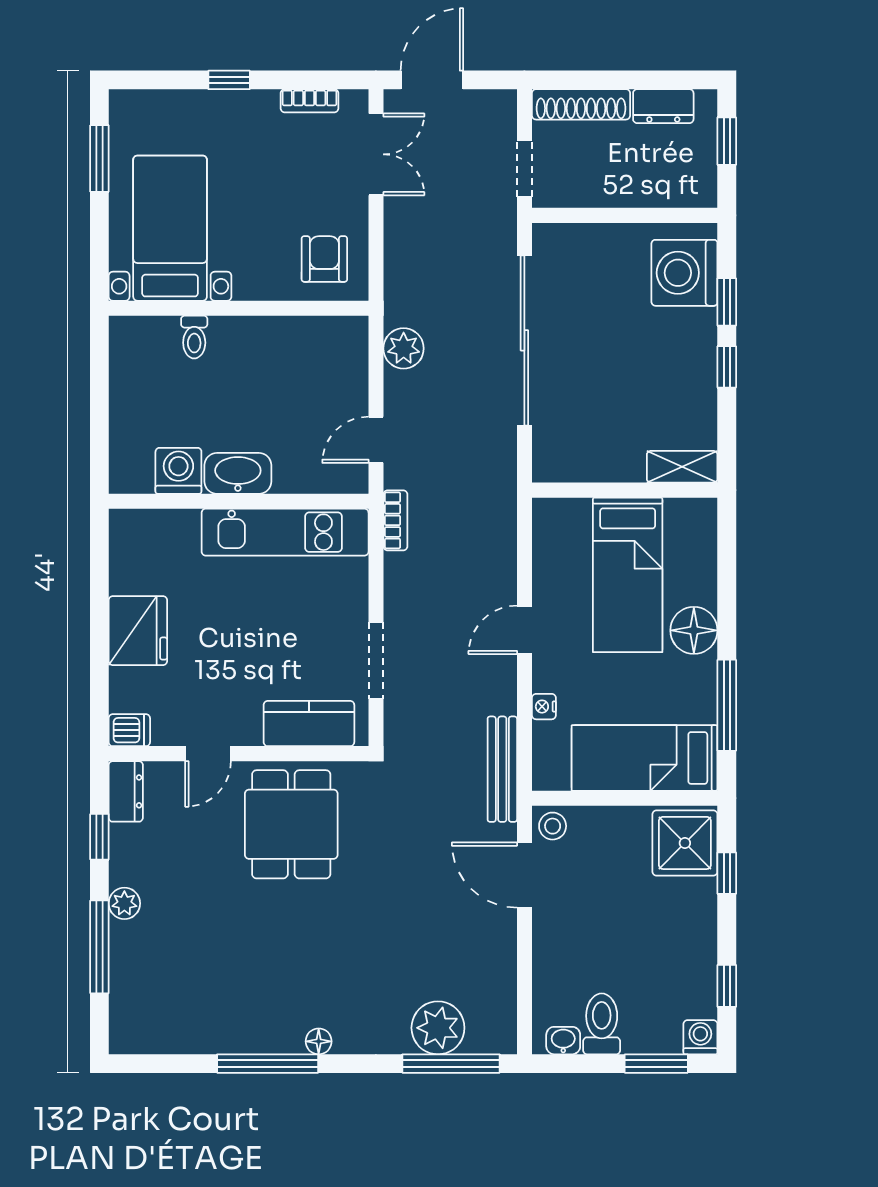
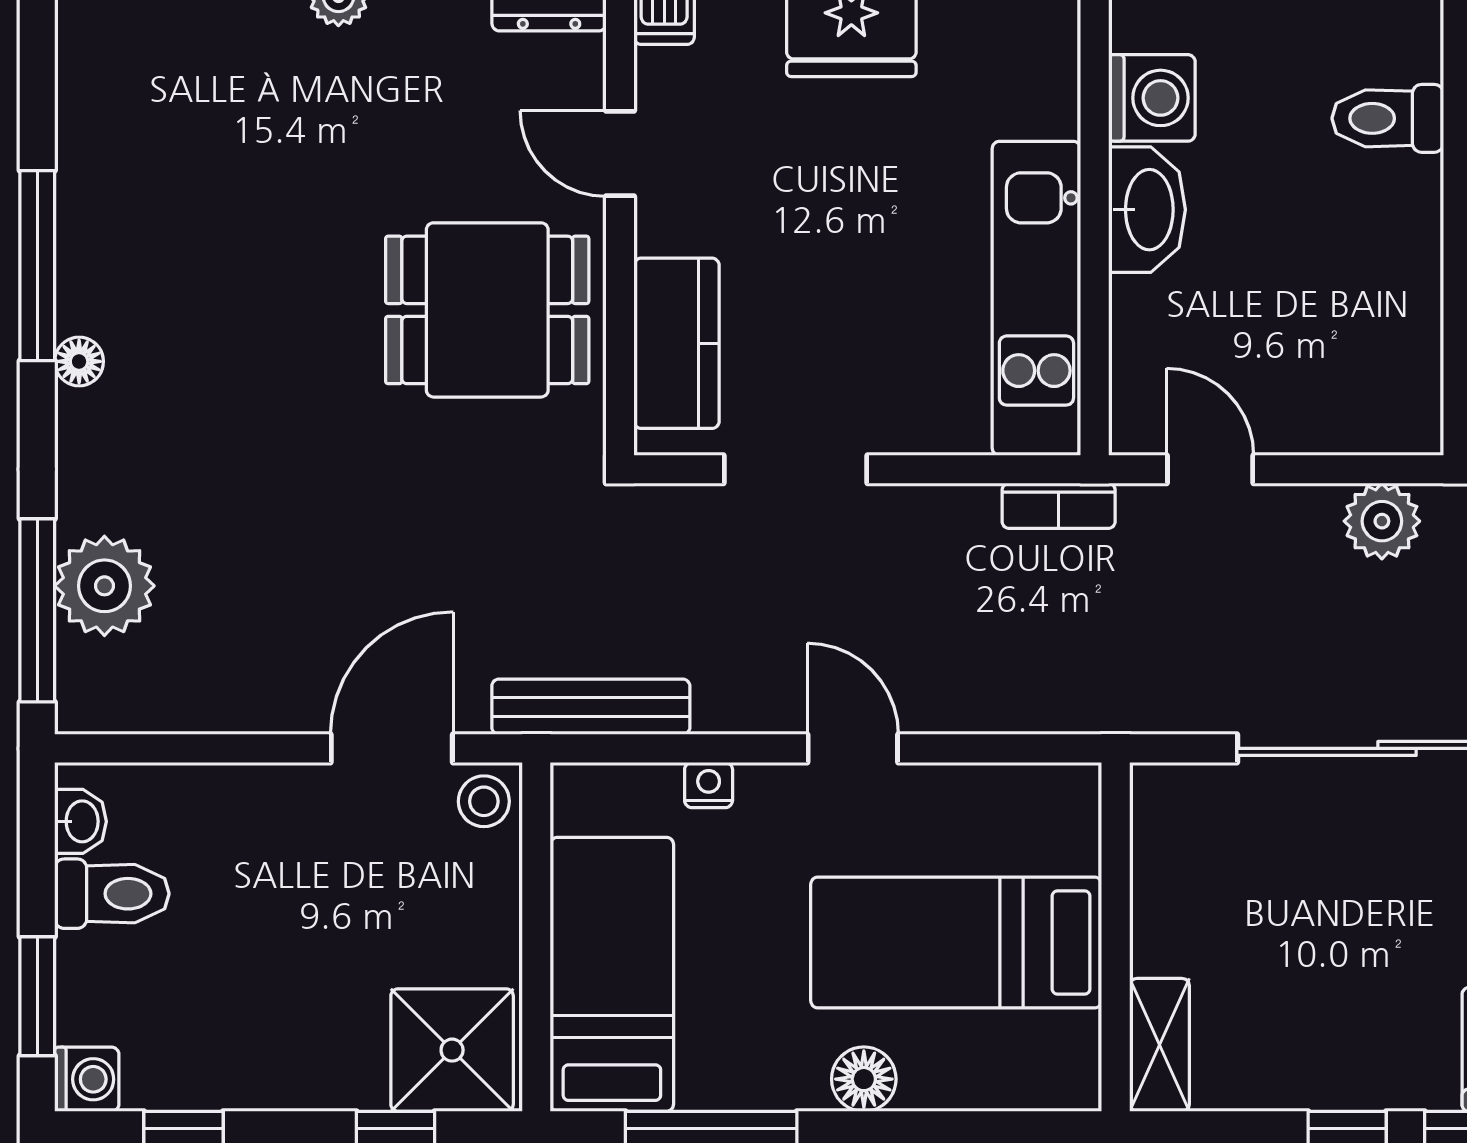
toilet: (194, 337) -> (1388, 118), width x1.37, depth x1.39
floor lamp: (694, 630) -> (864, 1079), width x0.73, depth x0.73

